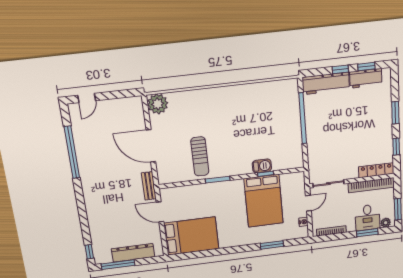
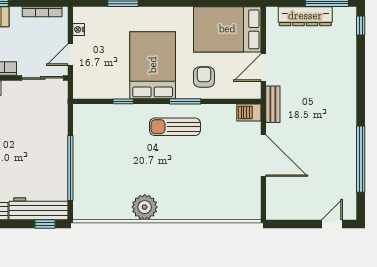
window: (340, 69) -> (45, 224), moved
plant: (158, 104) -> (145, 207), moved
sun lounger: (200, 156) -> (175, 127), moved, turned -90
barbecue: (262, 166) -> (249, 113), moved
armchair: (205, 200) -> (204, 77), added
bed: (264, 201) -> (153, 65), moved
door: (160, 212) -> (263, 68), swing flipped

